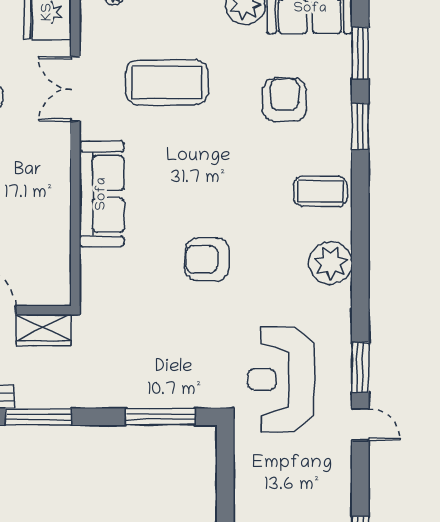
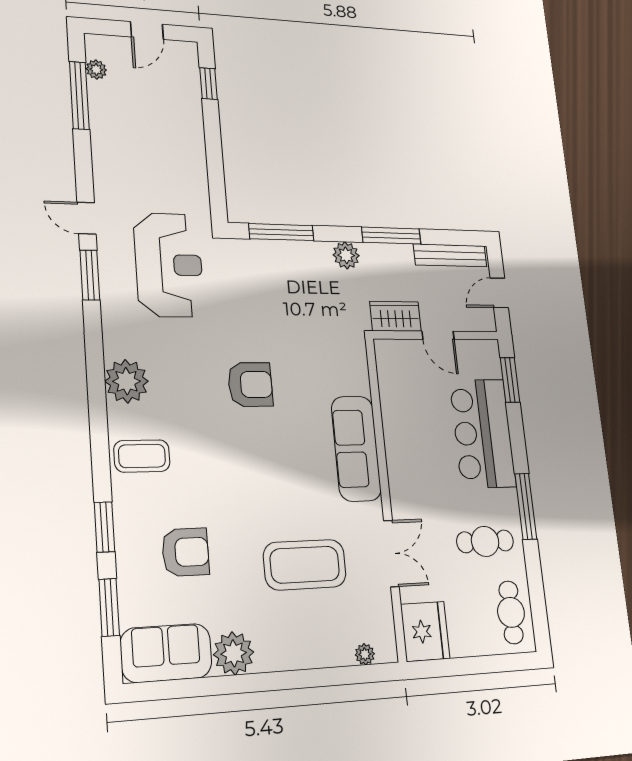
armchair: (285, 100) -> (185, 552), turned -90
plant: (92, 394) -> (346, 255), added

